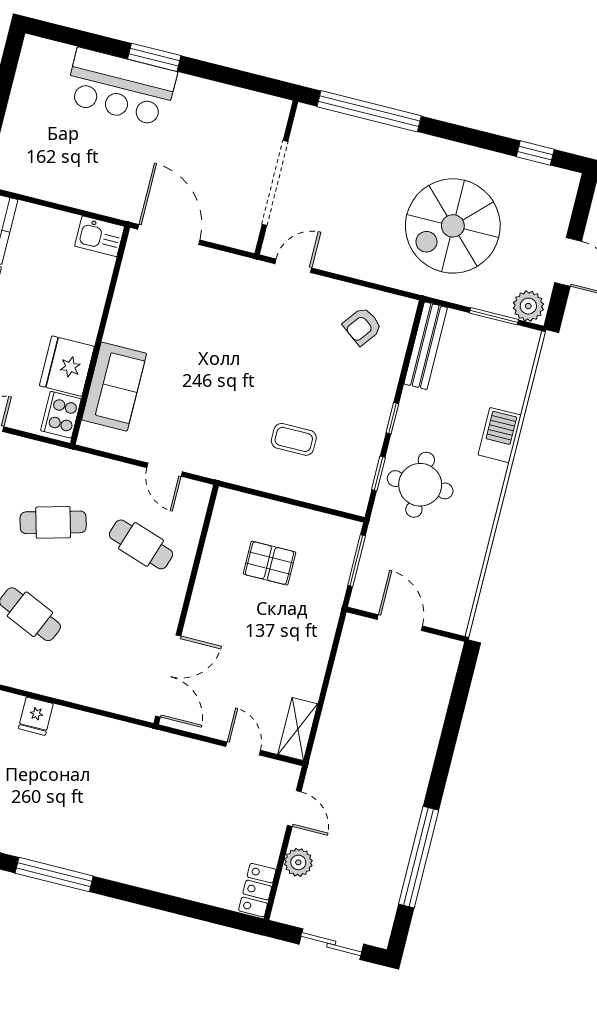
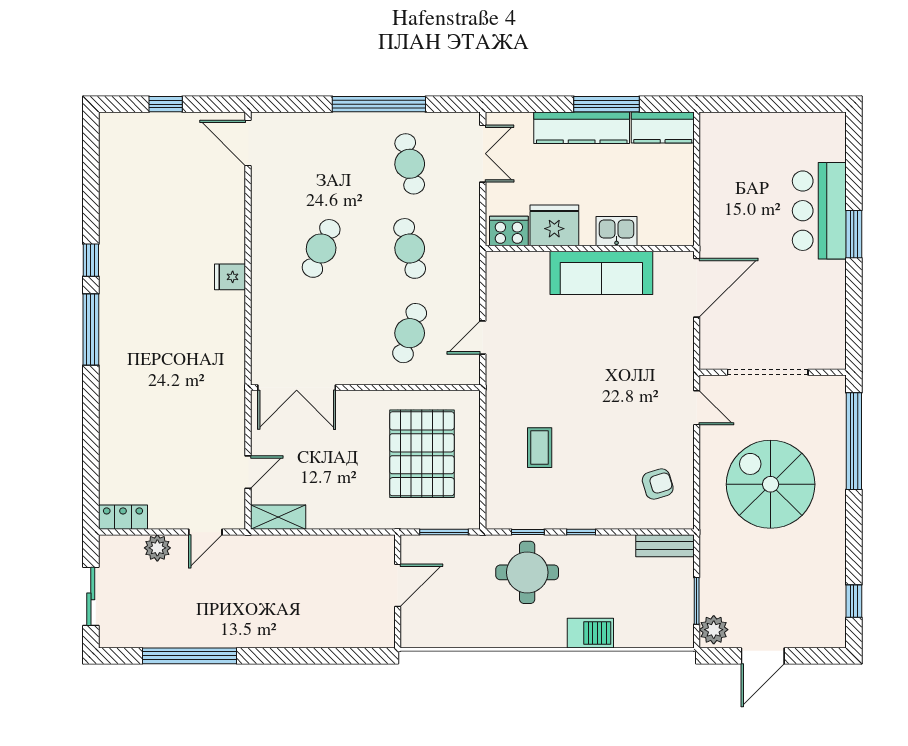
spiral stairs: (453, 226) -> (771, 484), moved
kitchen sink: (100, 236) -> (617, 231), moved, turned 90
armchair: (362, 326) -> (658, 484), turned 126
bench: (426, 346) -> (665, 546), width x0.73
sofa: (114, 387) -> (601, 273), moved, width x1.36
pallet: (270, 563) -> (422, 454), width x2.05, depth x2.00

